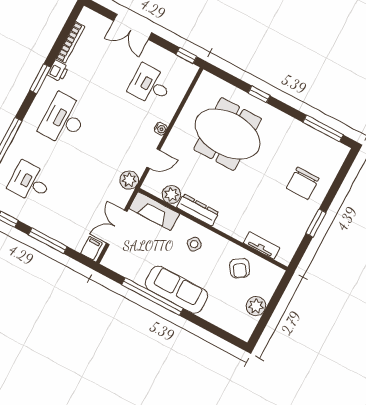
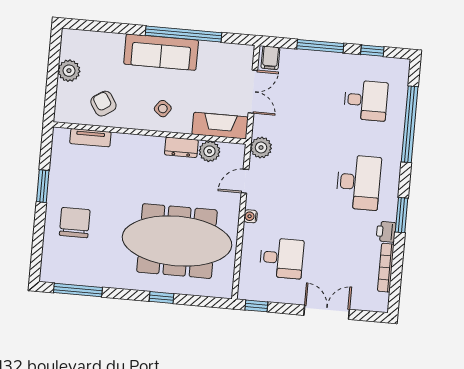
meeting table: (228, 134) -> (177, 241), width x1.36
dresser: (198, 210) -> (181, 147), width x0.70

